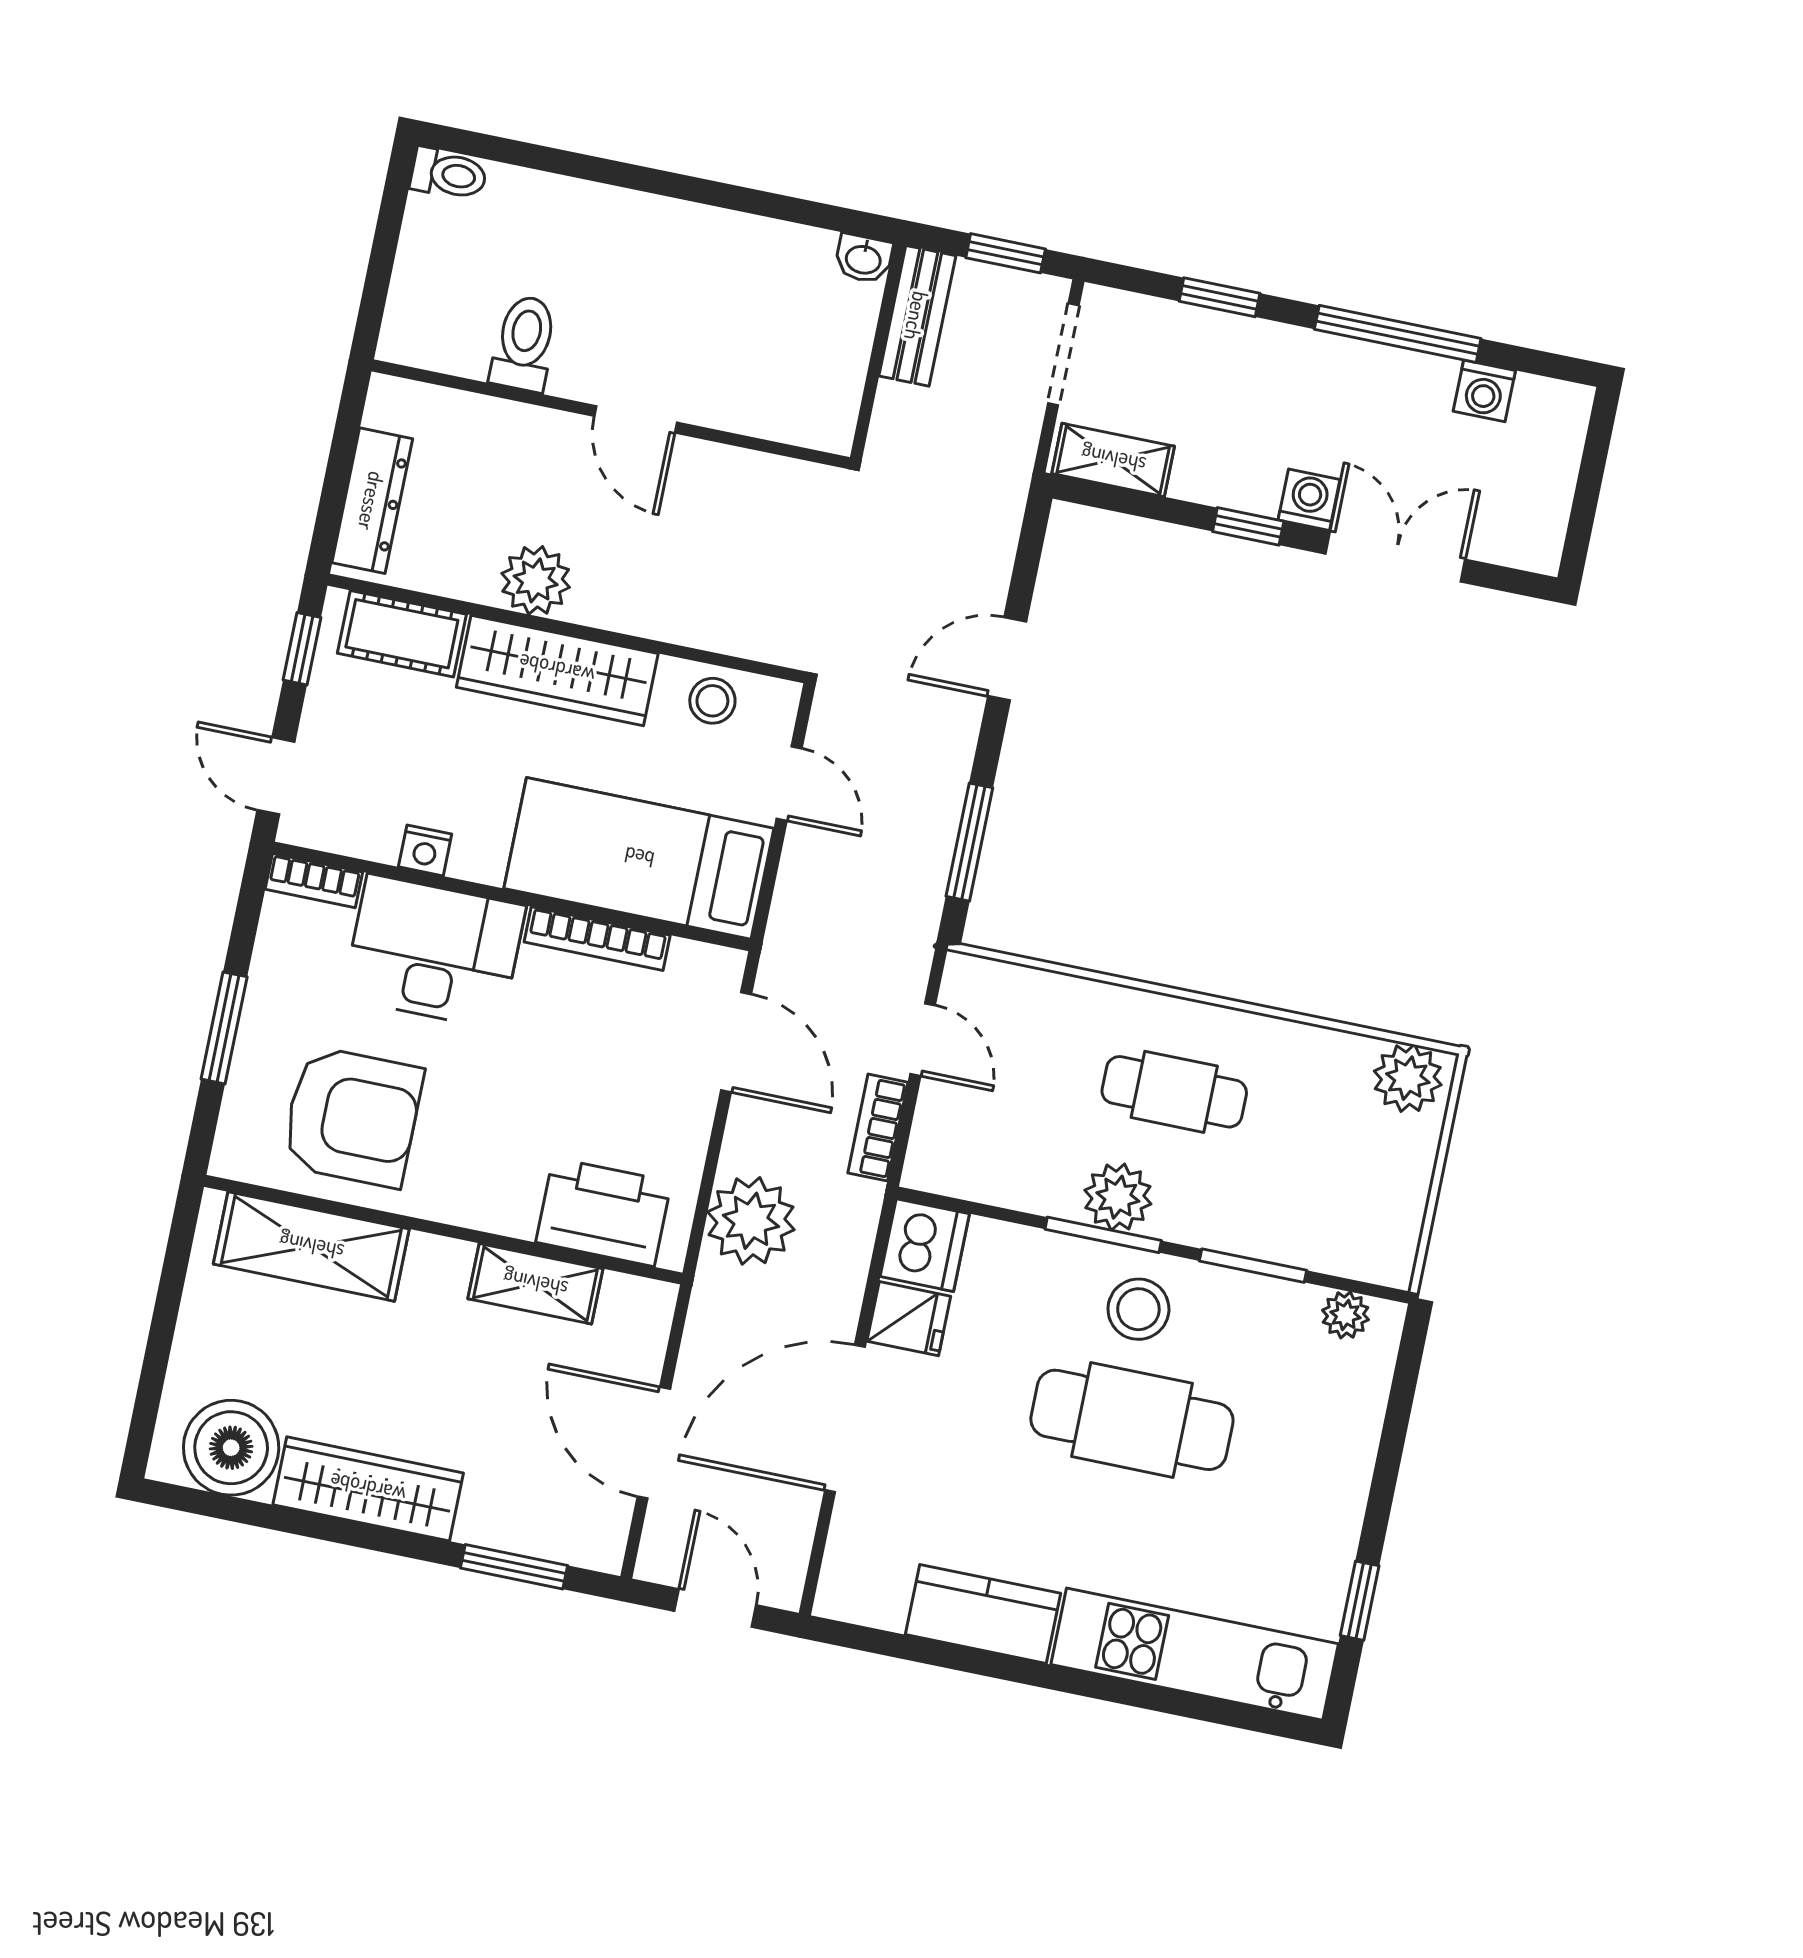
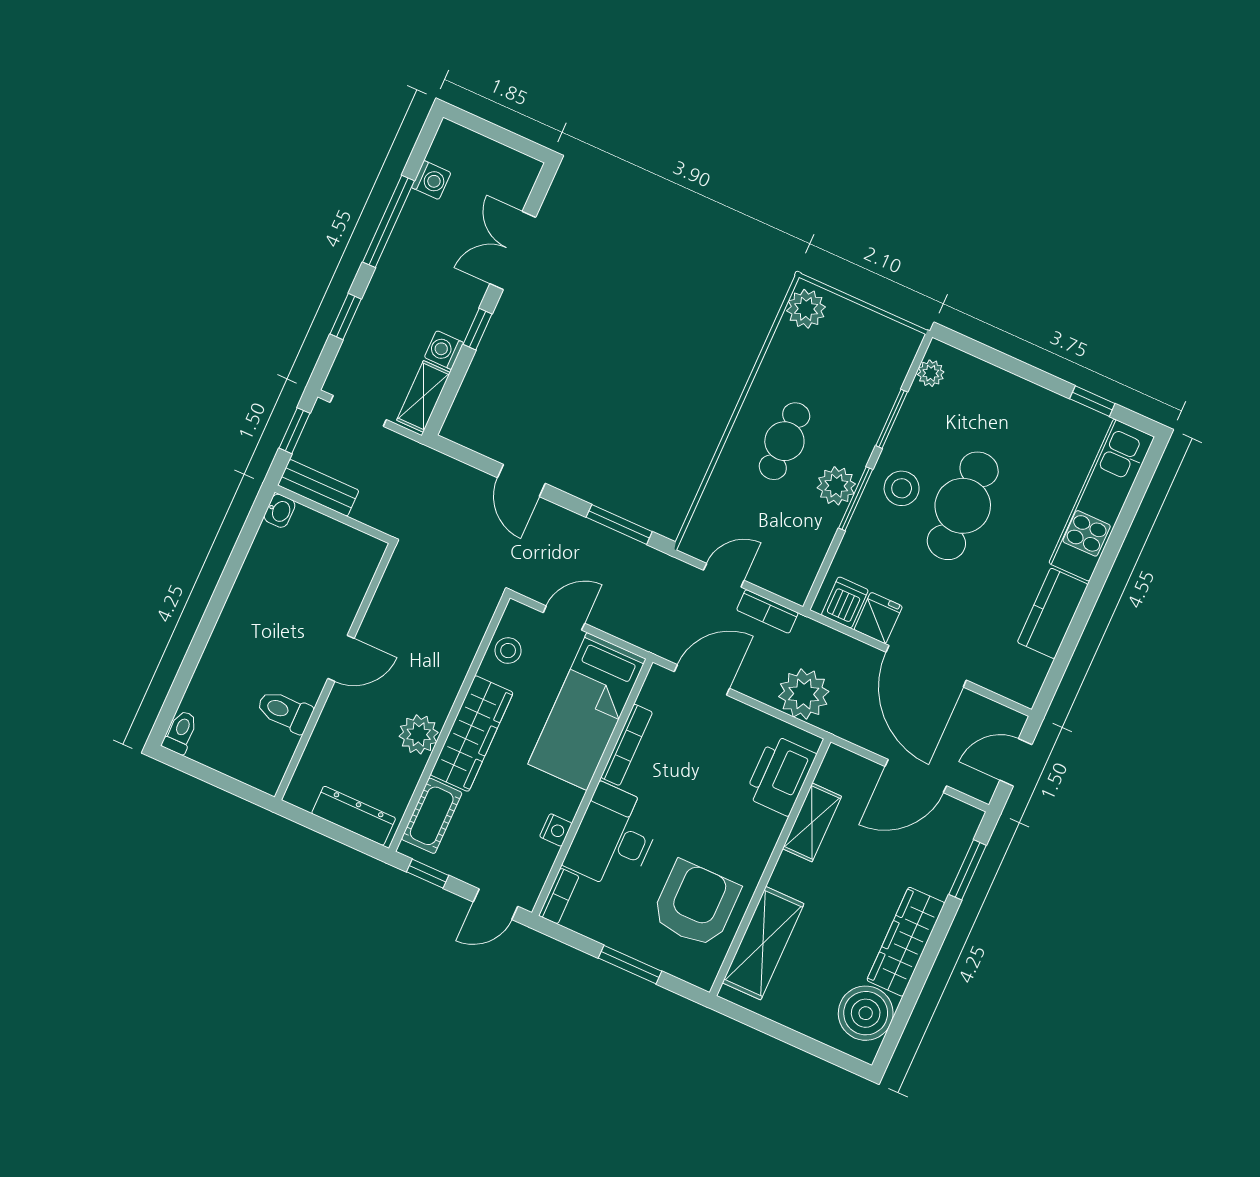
washing machine: (1309, 500) -> (444, 350), moved
dishwasher: (925, 1245) -> (845, 602), width x0.73

